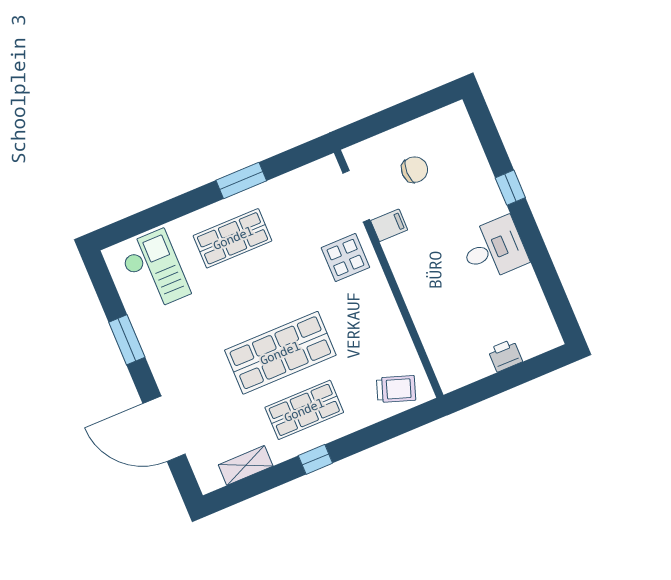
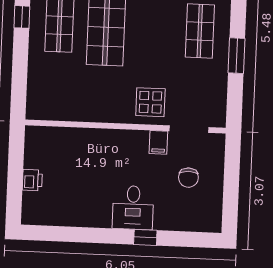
desk: (494, 249) -> (133, 208), moved
trolley: (396, 389) -> (44, 95), removed

